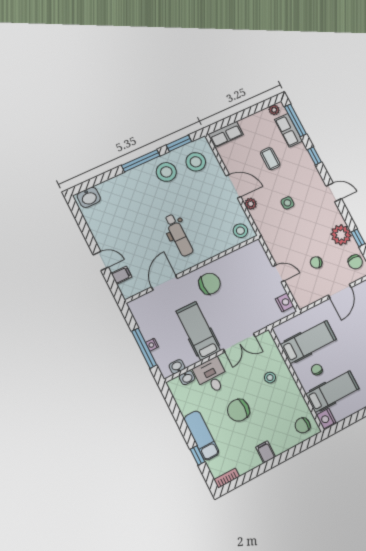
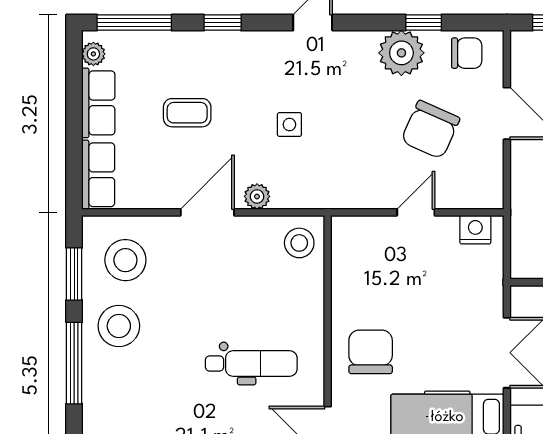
row of seats: (289, 130) -> (98, 103), moved, turned -90
chair: (316, 262) -> (430, 130), width x1.87, depth x1.87

